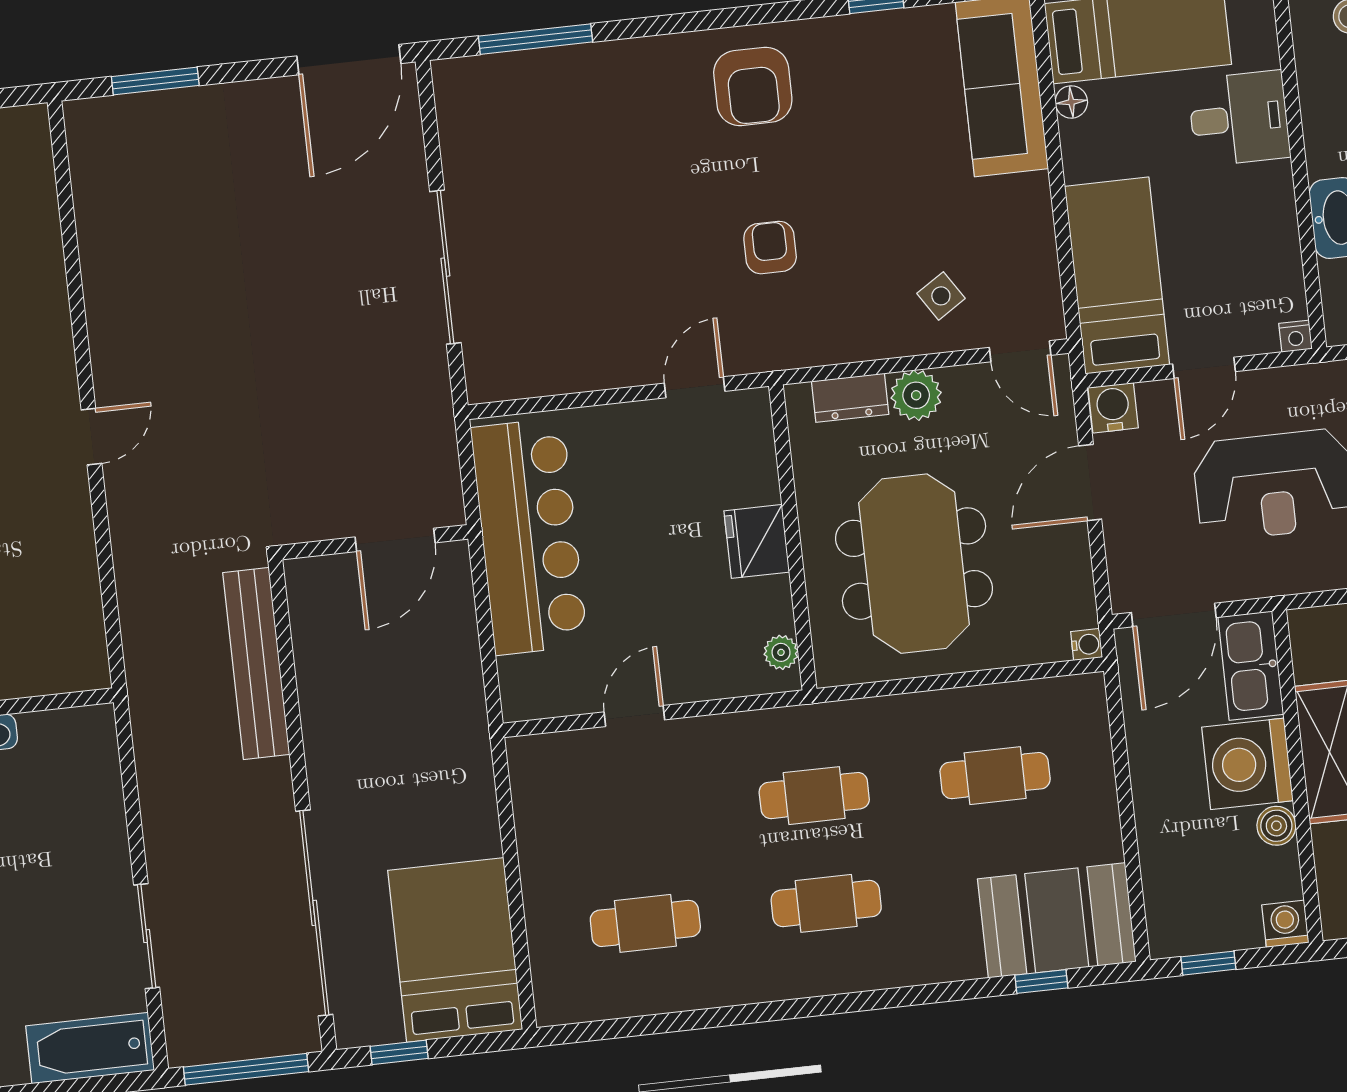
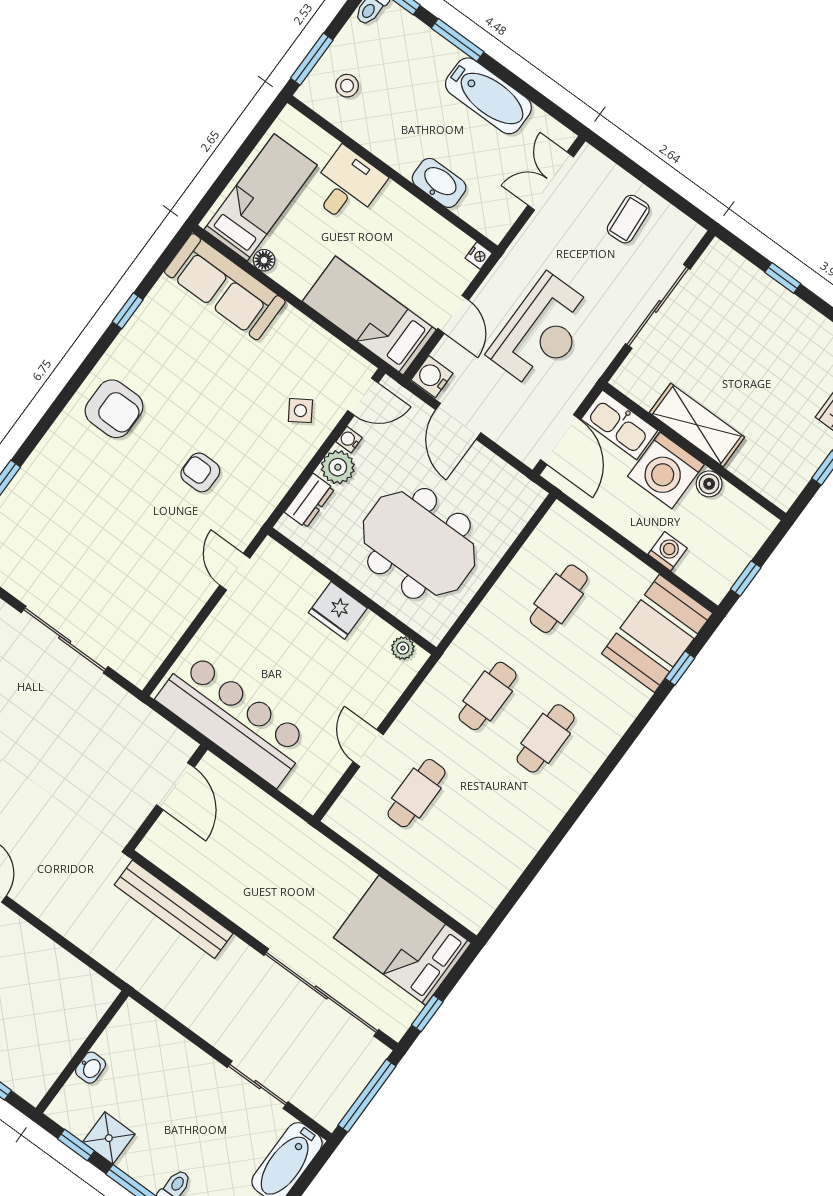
water cooler: (1087, 644) -> (349, 440), moved, turned -90
cafe table: (645, 923) -> (416, 793), moved
washing machine: (1285, 924) -> (668, 551), moved, turned 90

